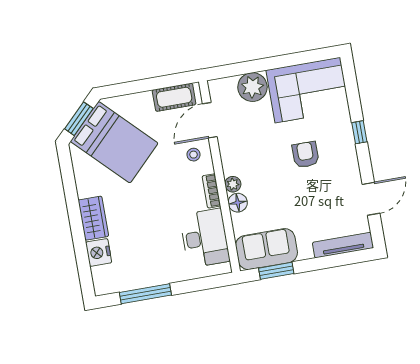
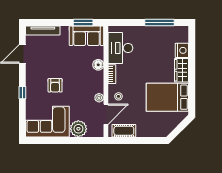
window: (79, 119) -> (180, 128), removed
bed: (114, 142) -> (167, 97), moved, turned -45
plant: (233, 184) -> (99, 98), moved

